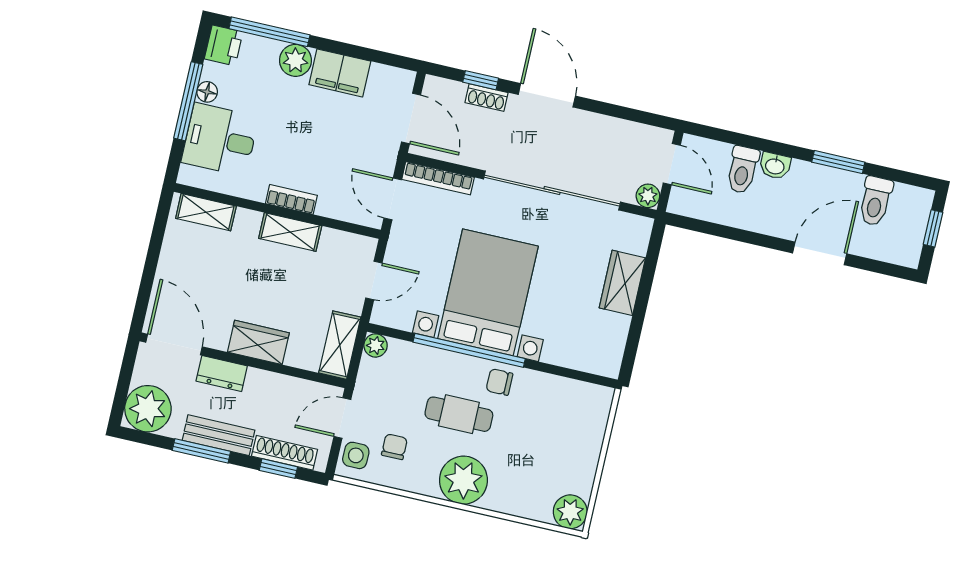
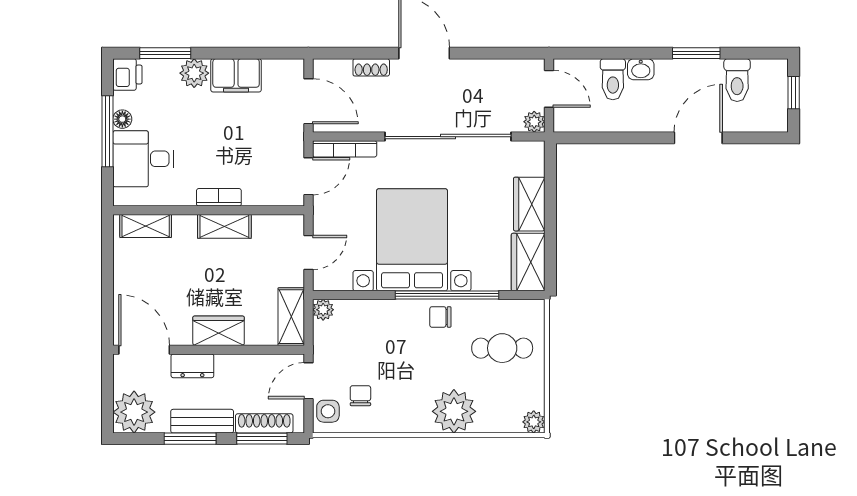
window: (269, 32) -> (165, 53), width x0.69
window: (481, 80) -> (362, 53), removed
door: (393, 199) -> (308, 176), swing flipped
wardrobe: (607, 345) -> (528, 262), added
window: (469, 350) -> (447, 295), moved
cafe table: (459, 414) -> (502, 348), moved
window: (278, 469) -> (262, 439), width x1.50
plant: (463, 480) -> (454, 411), moved
plant: (570, 512) -> (534, 422), width x0.73, depth x0.73

